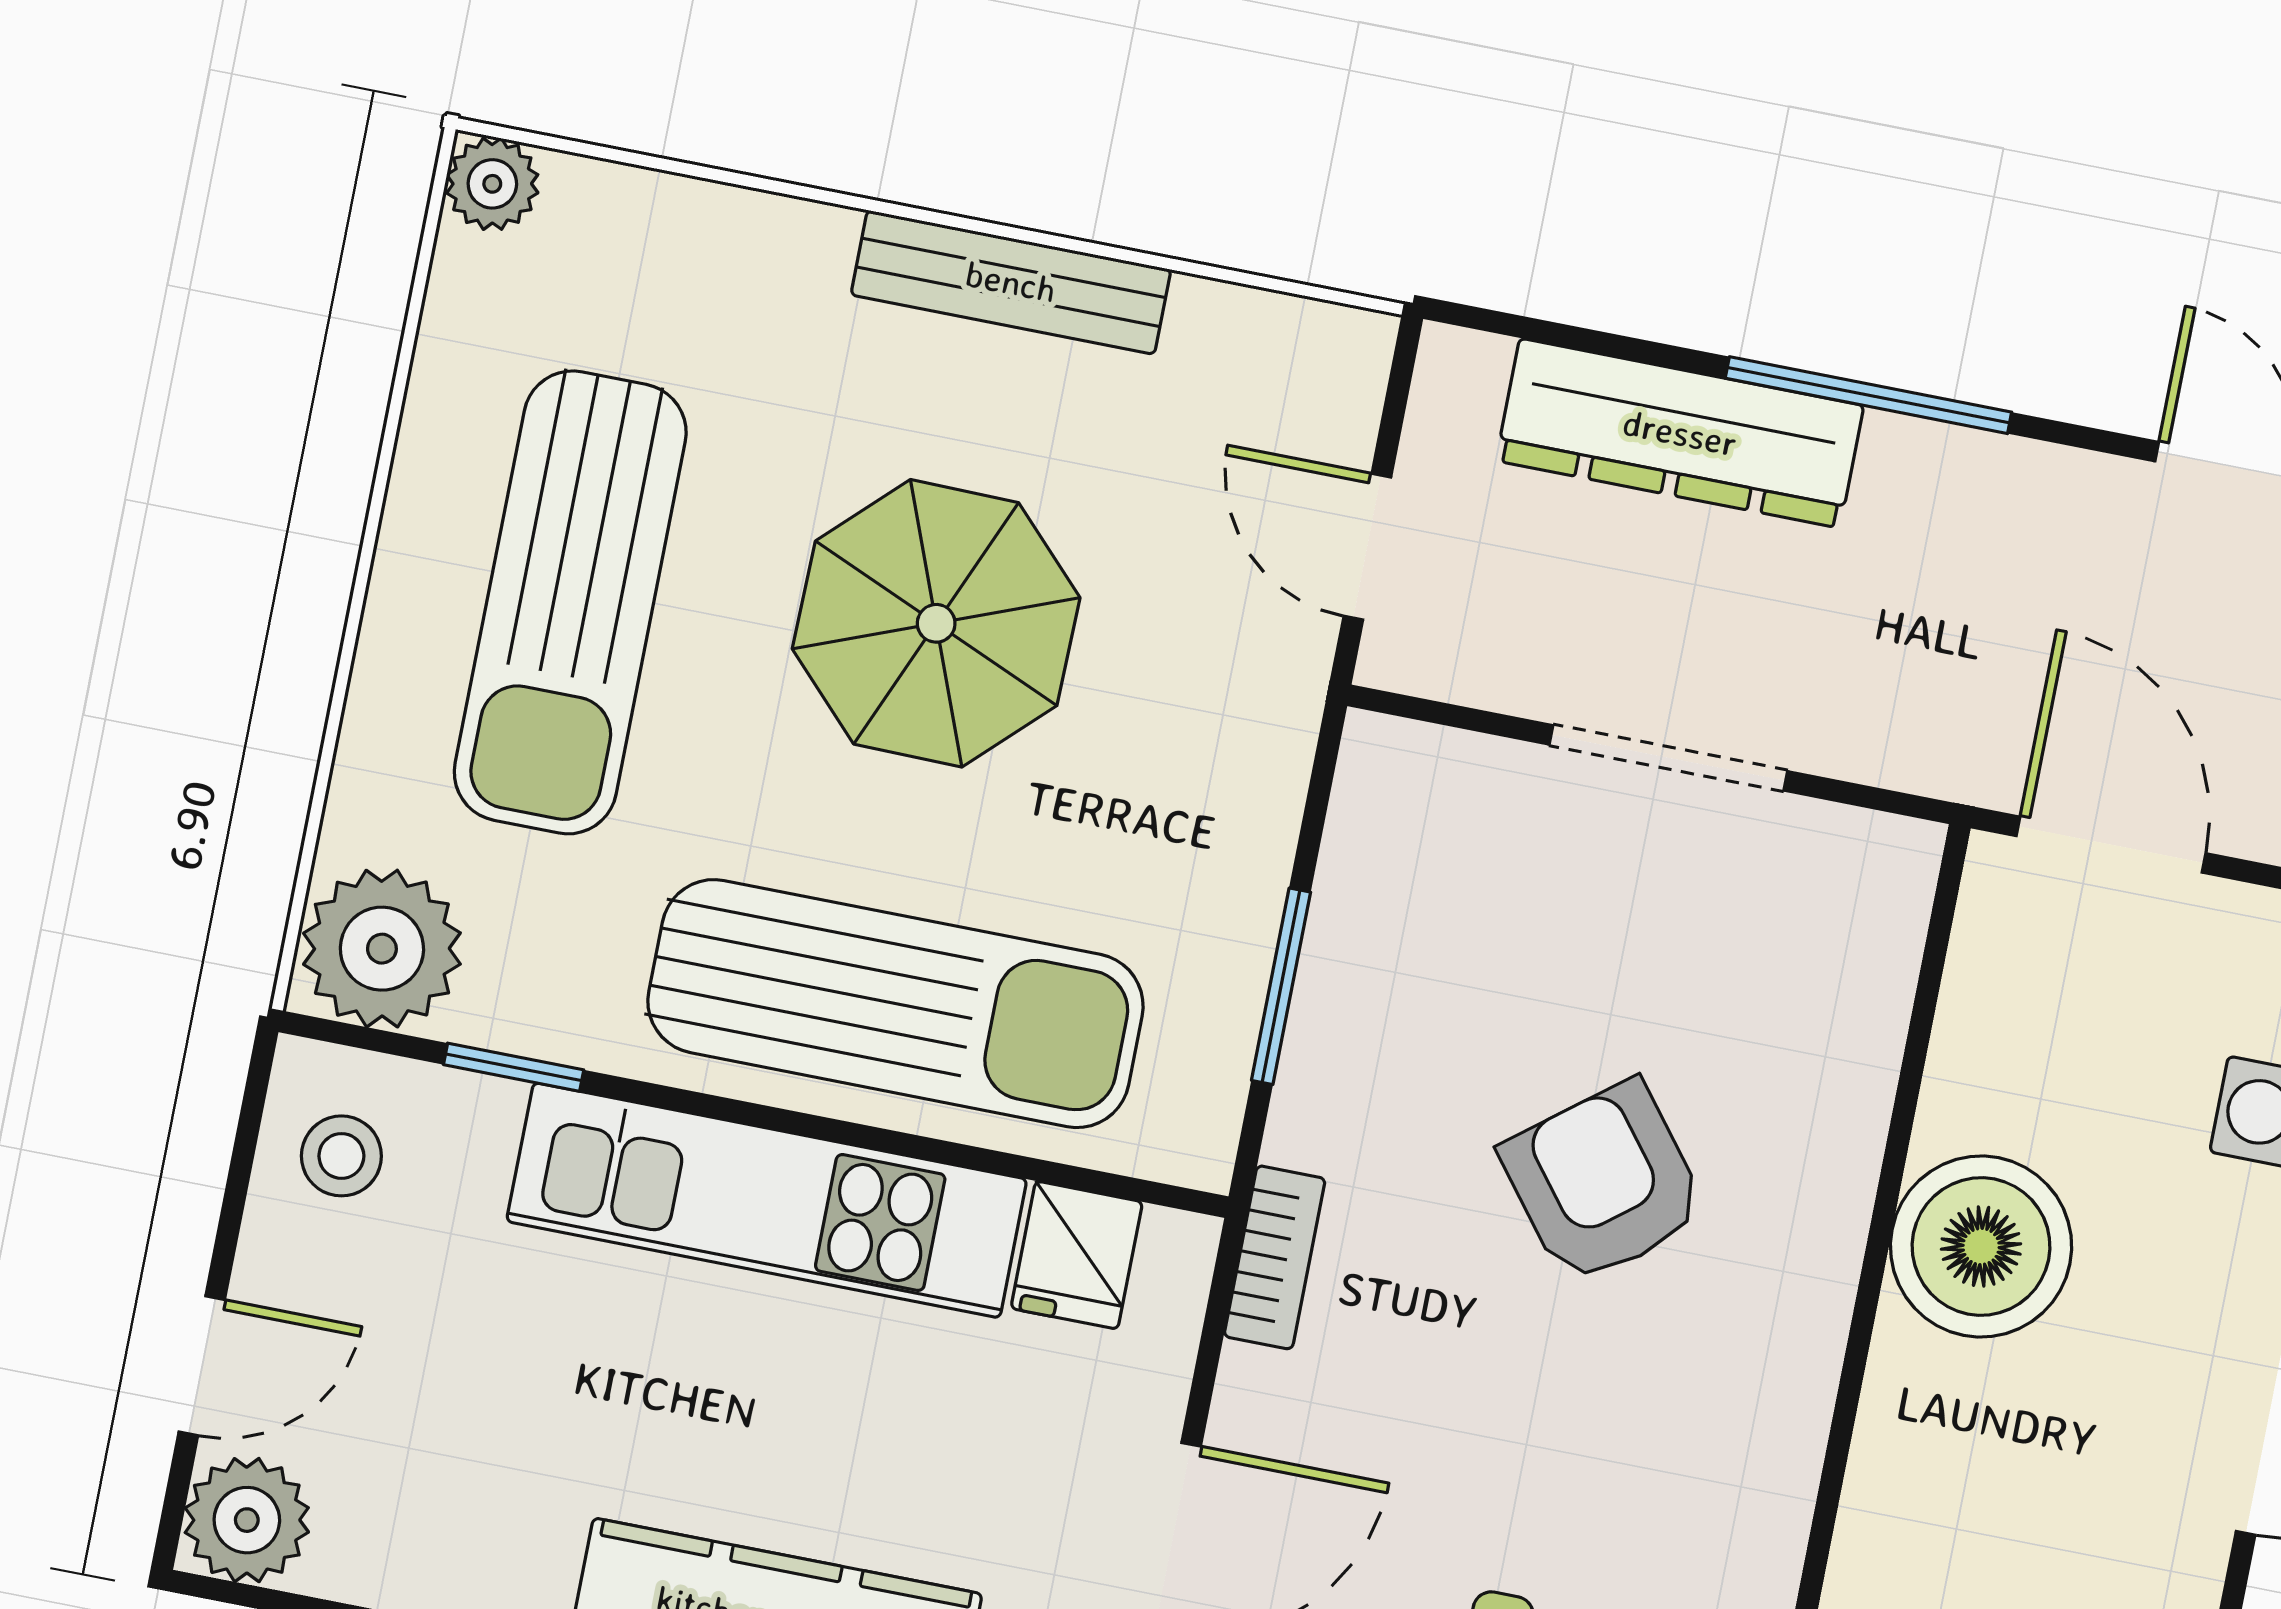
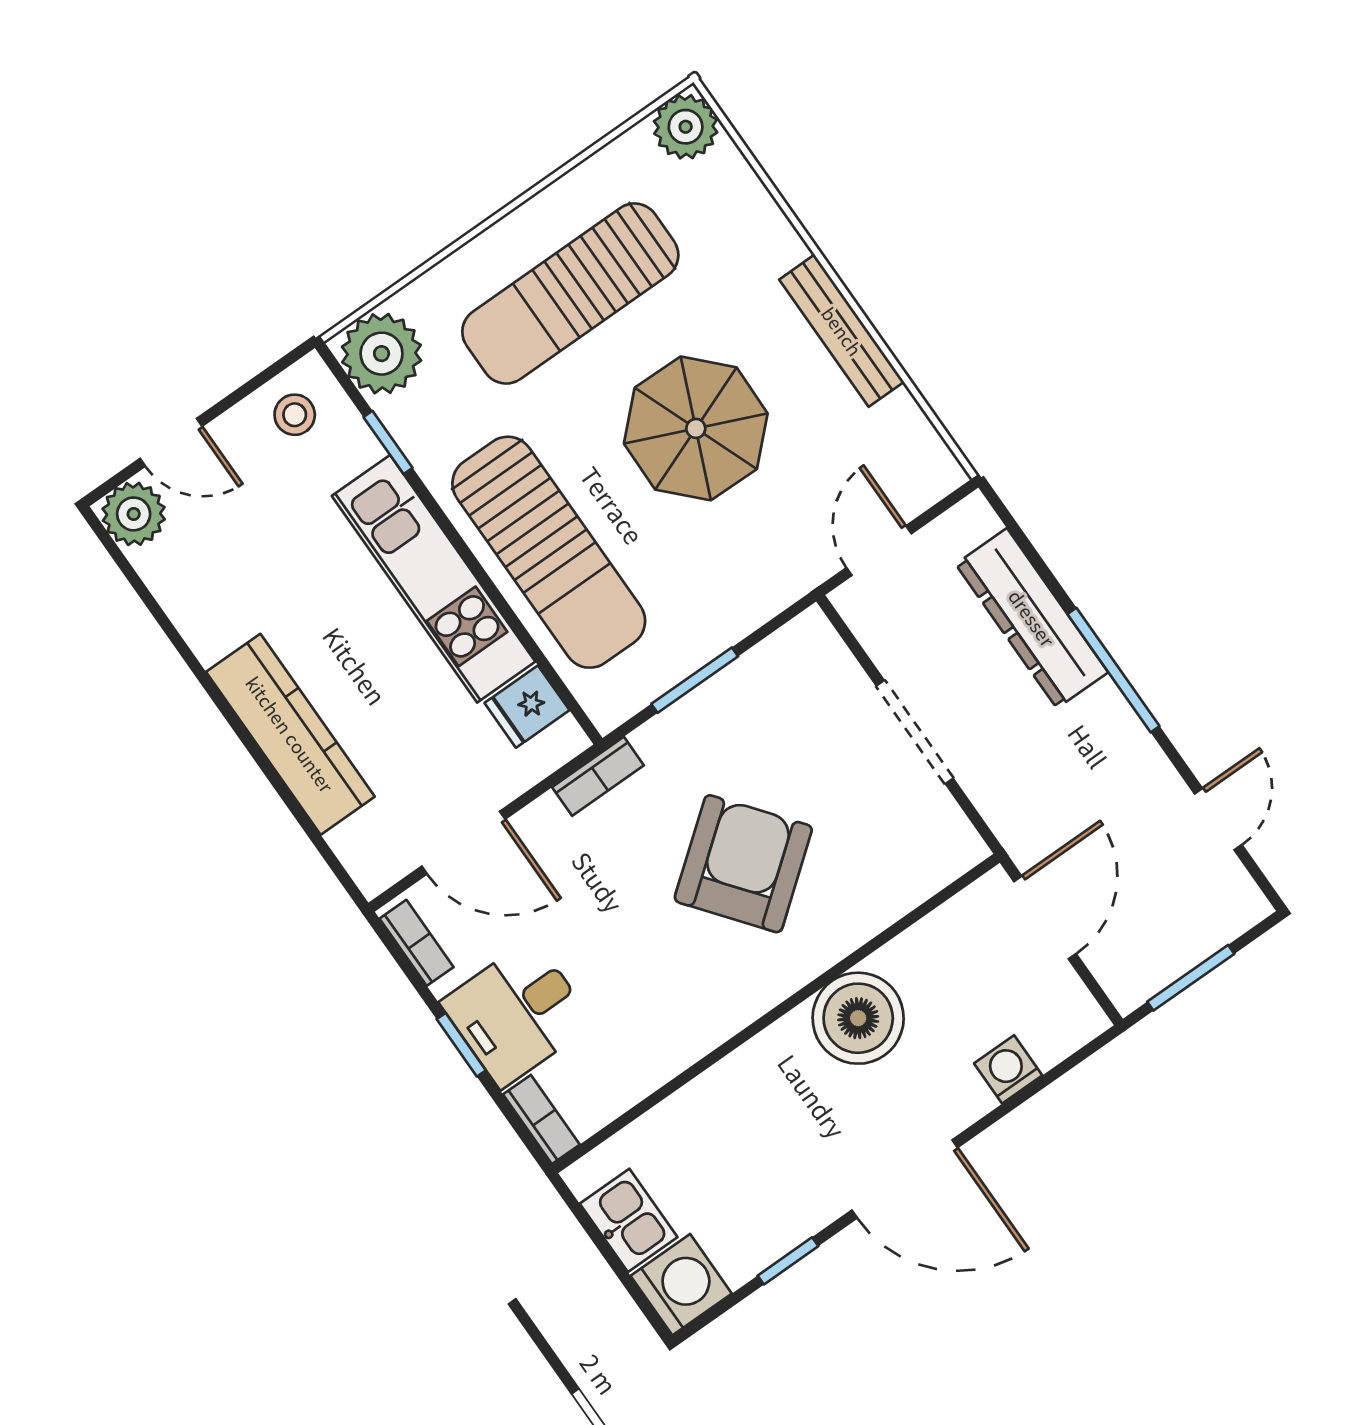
plant: (492, 184) -> (686, 127), width x1.38, depth x1.38
armchair: (1604, 1183) -> (743, 864), width x1.36, depth x1.36

